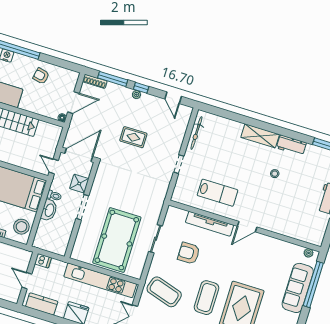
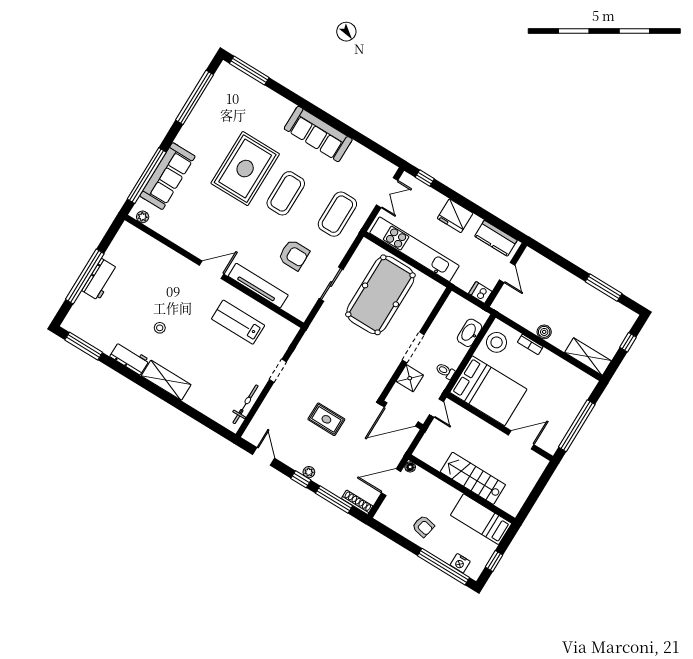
washbasin: (49, 210) -> (470, 333), moved
coffee table: (164, 292) -> (337, 214), turned 73

